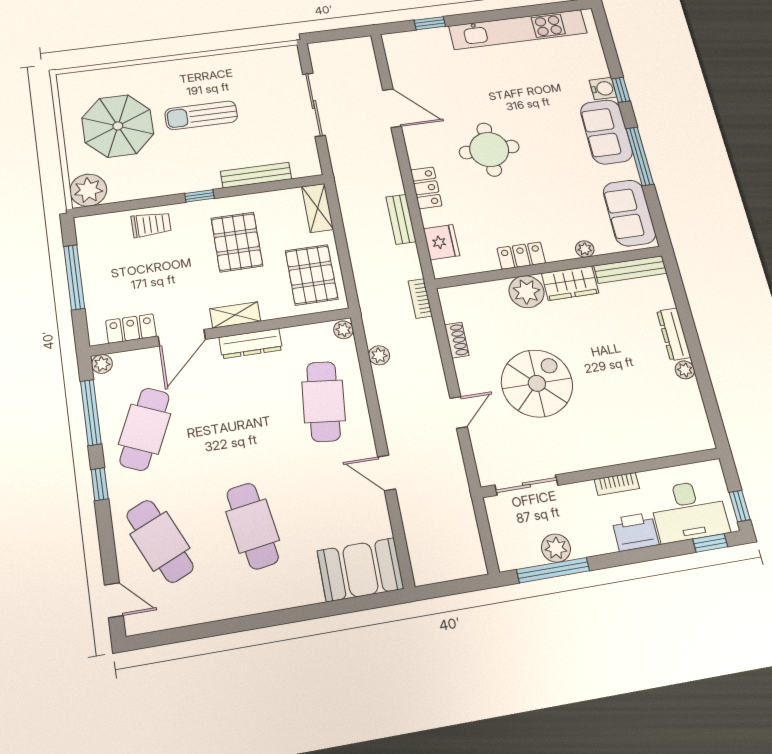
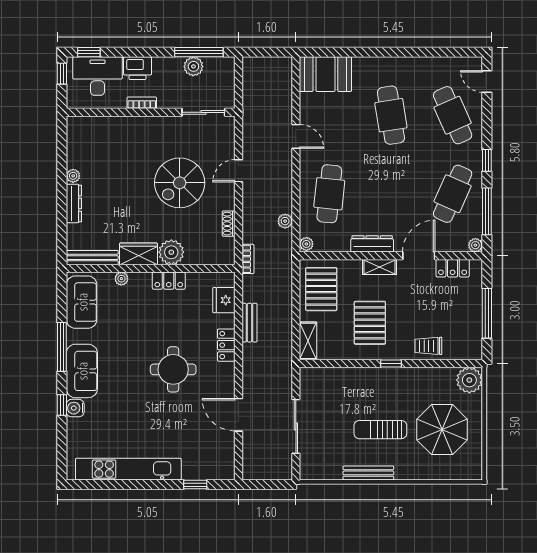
sun lounger: (201, 115) -> (380, 430), turned 180
bench: (256, 175) -> (368, 473), moved

